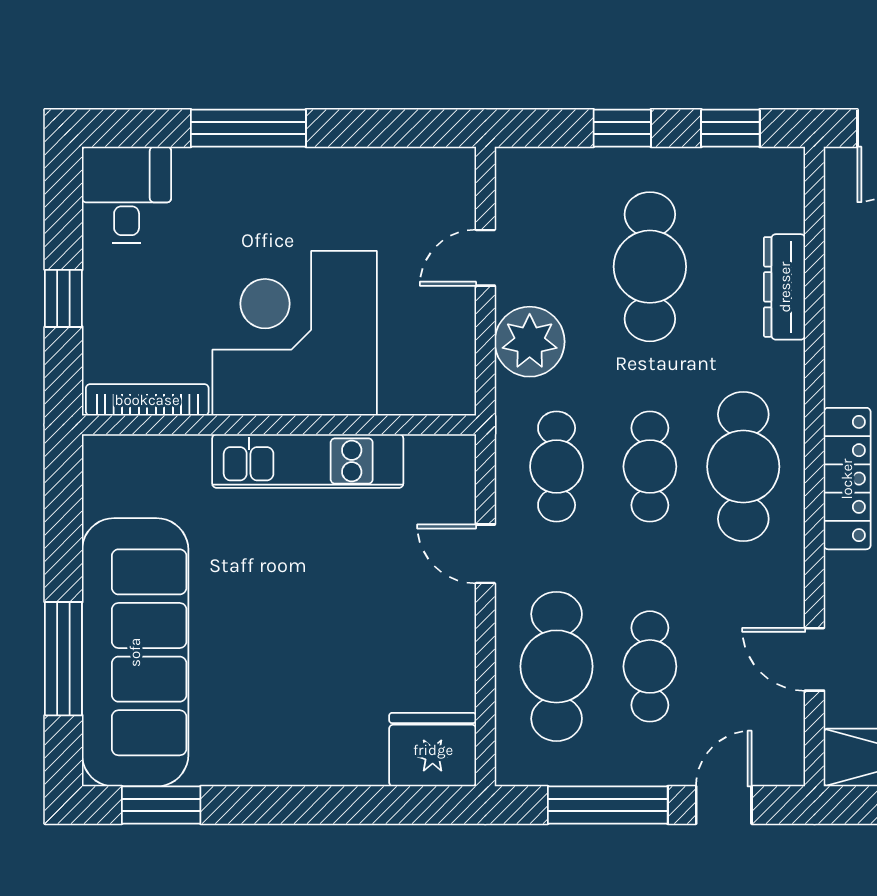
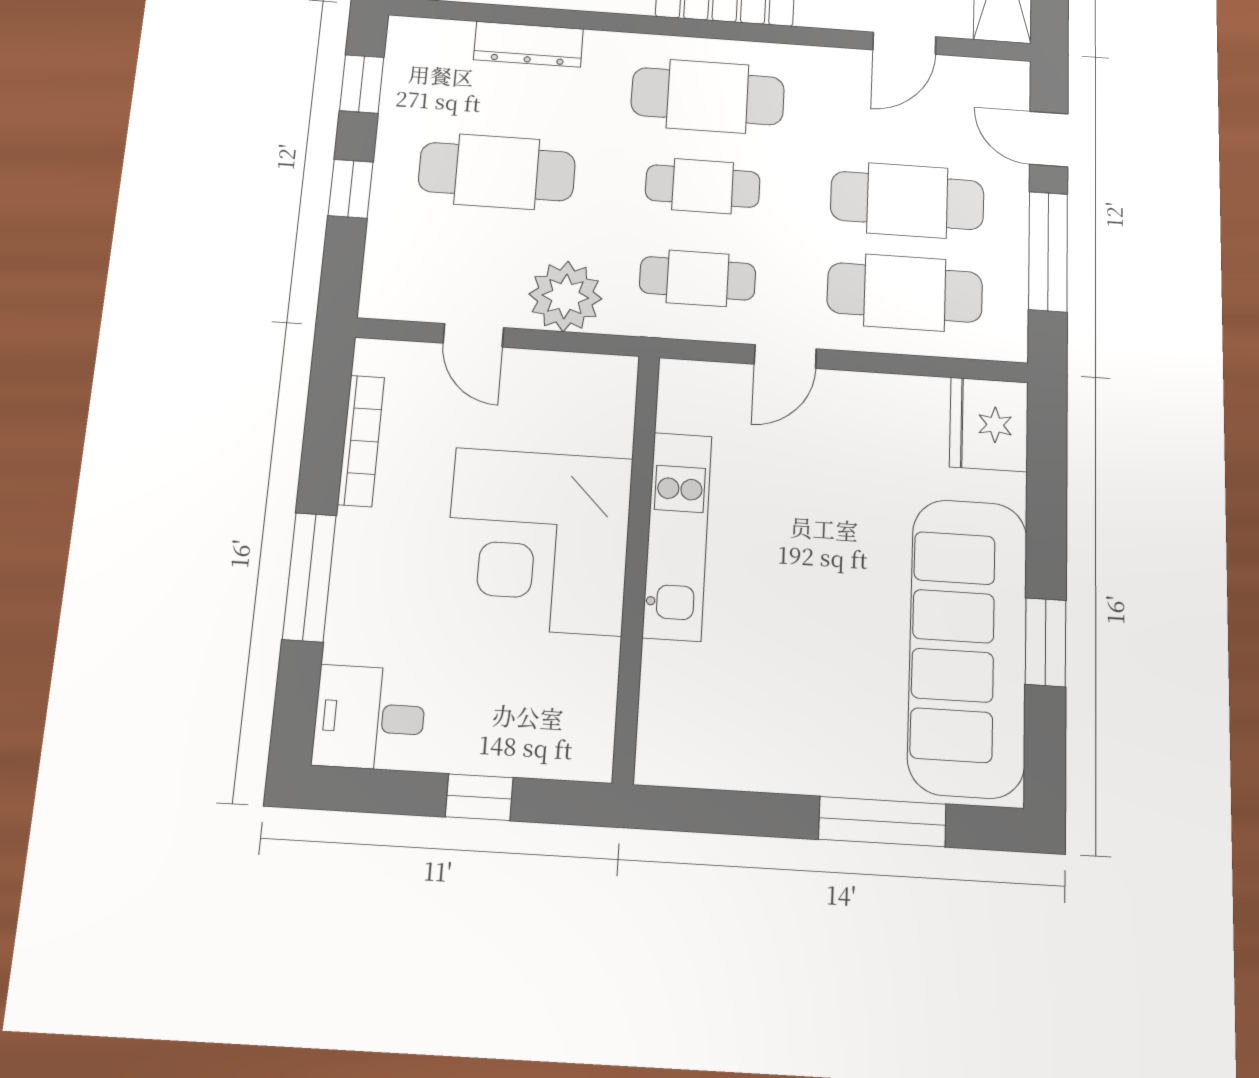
bookcase: (147, 400) -> (361, 441), moved, turned 180
sofa: (135, 652) -> (968, 647), moved, turned -90
cafe table: (650, 666) -> (907, 200), width x1.37, depth x1.35
window: (161, 805) -> (1046, 642), moved

